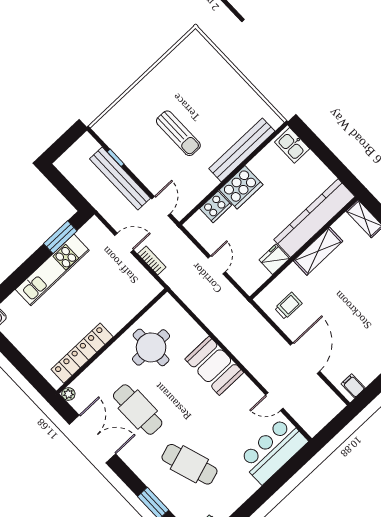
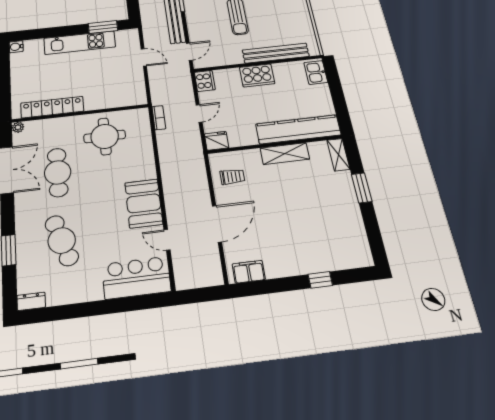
cooker: (216, 207) -> (205, 81), moved, turned -90
fridge: (274, 259) -> (217, 141), moved
bookcase: (152, 261) -> (159, 118), moved
booth: (214, 366) -> (144, 203), moved
filing cabinet: (353, 386) -> (249, 272), width x2.00

